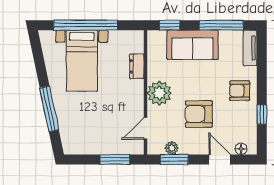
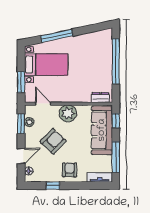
sofa: (192, 45) -> (102, 130), width x1.36
bed with nightstands: (82, 61) -> (46, 65), moved, turned 180
dresser: (137, 66) -> (100, 98), moved
armchair: (199, 114) -> (53, 141), turned 44

